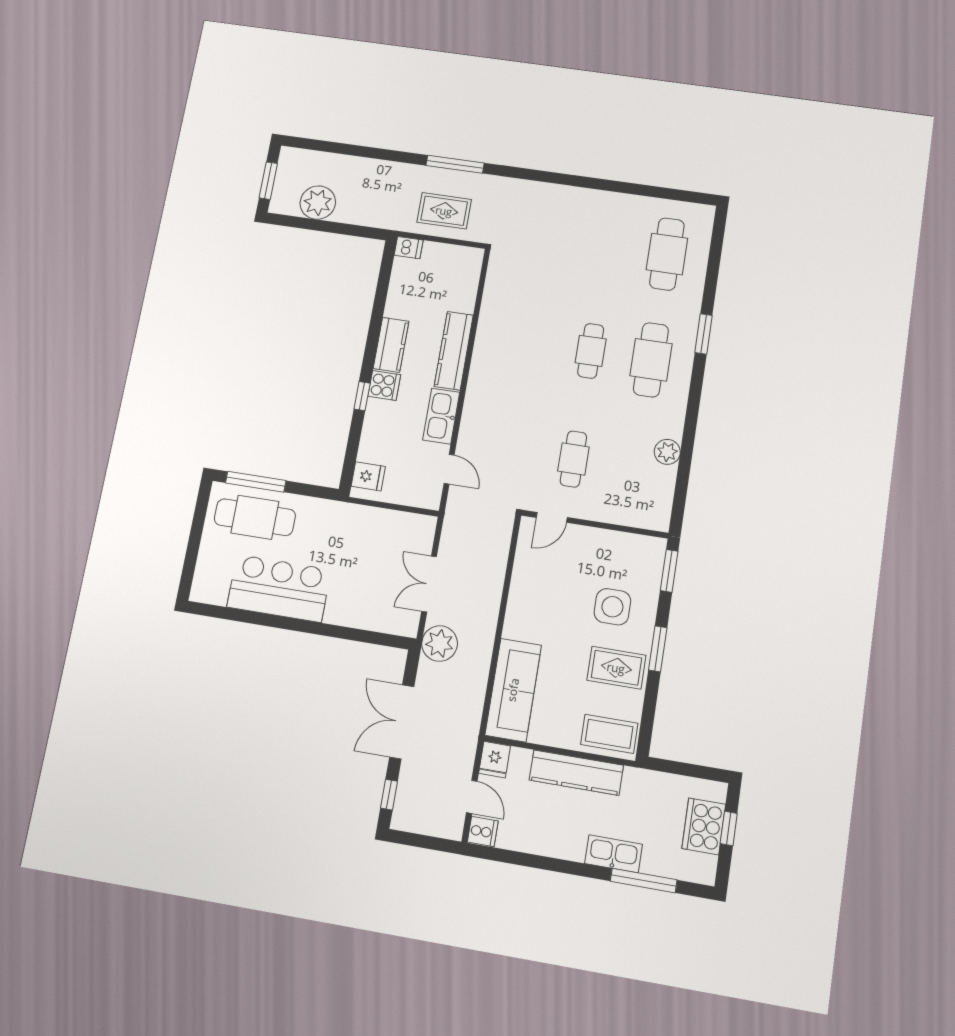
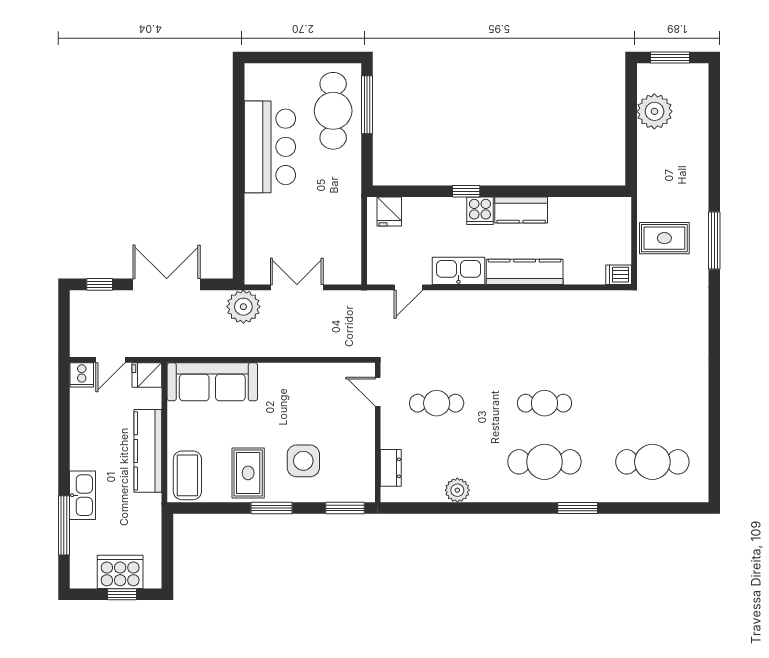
rug: (444, 211) -> (664, 238), turned 90
dishwasher: (409, 248) -> (619, 275), moved, turned 90
dresser: (634, 516) -> (391, 468), added

